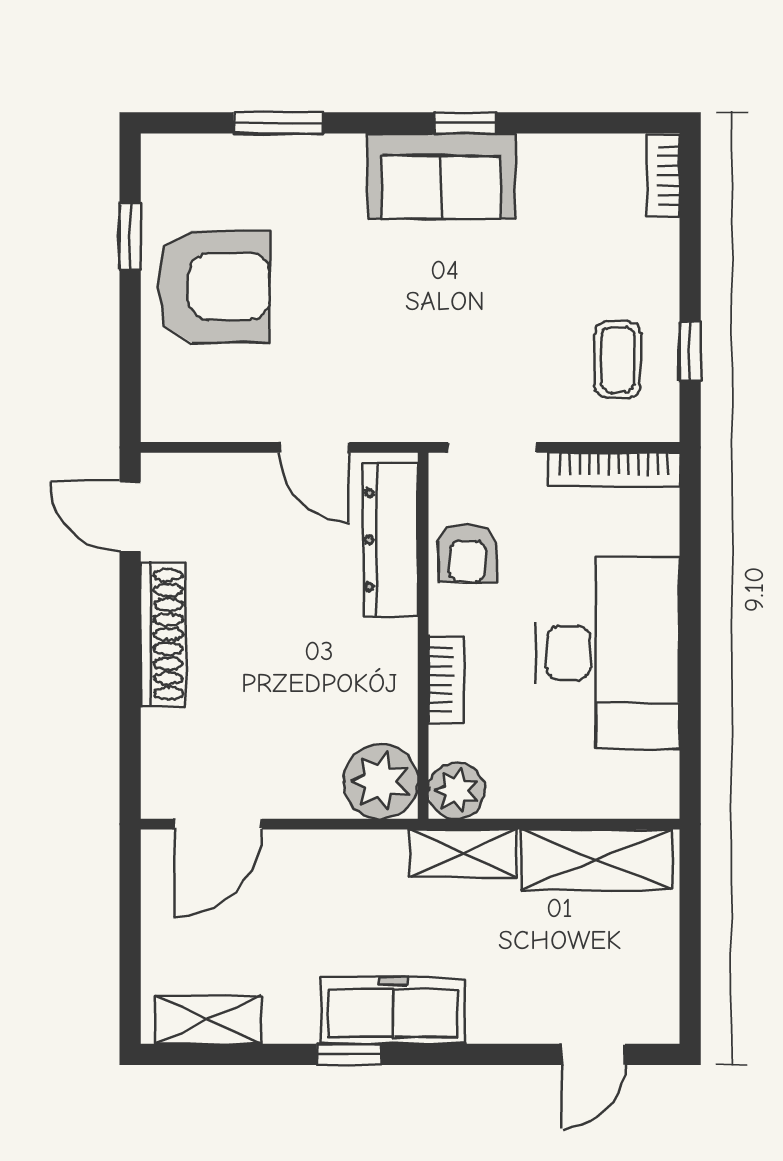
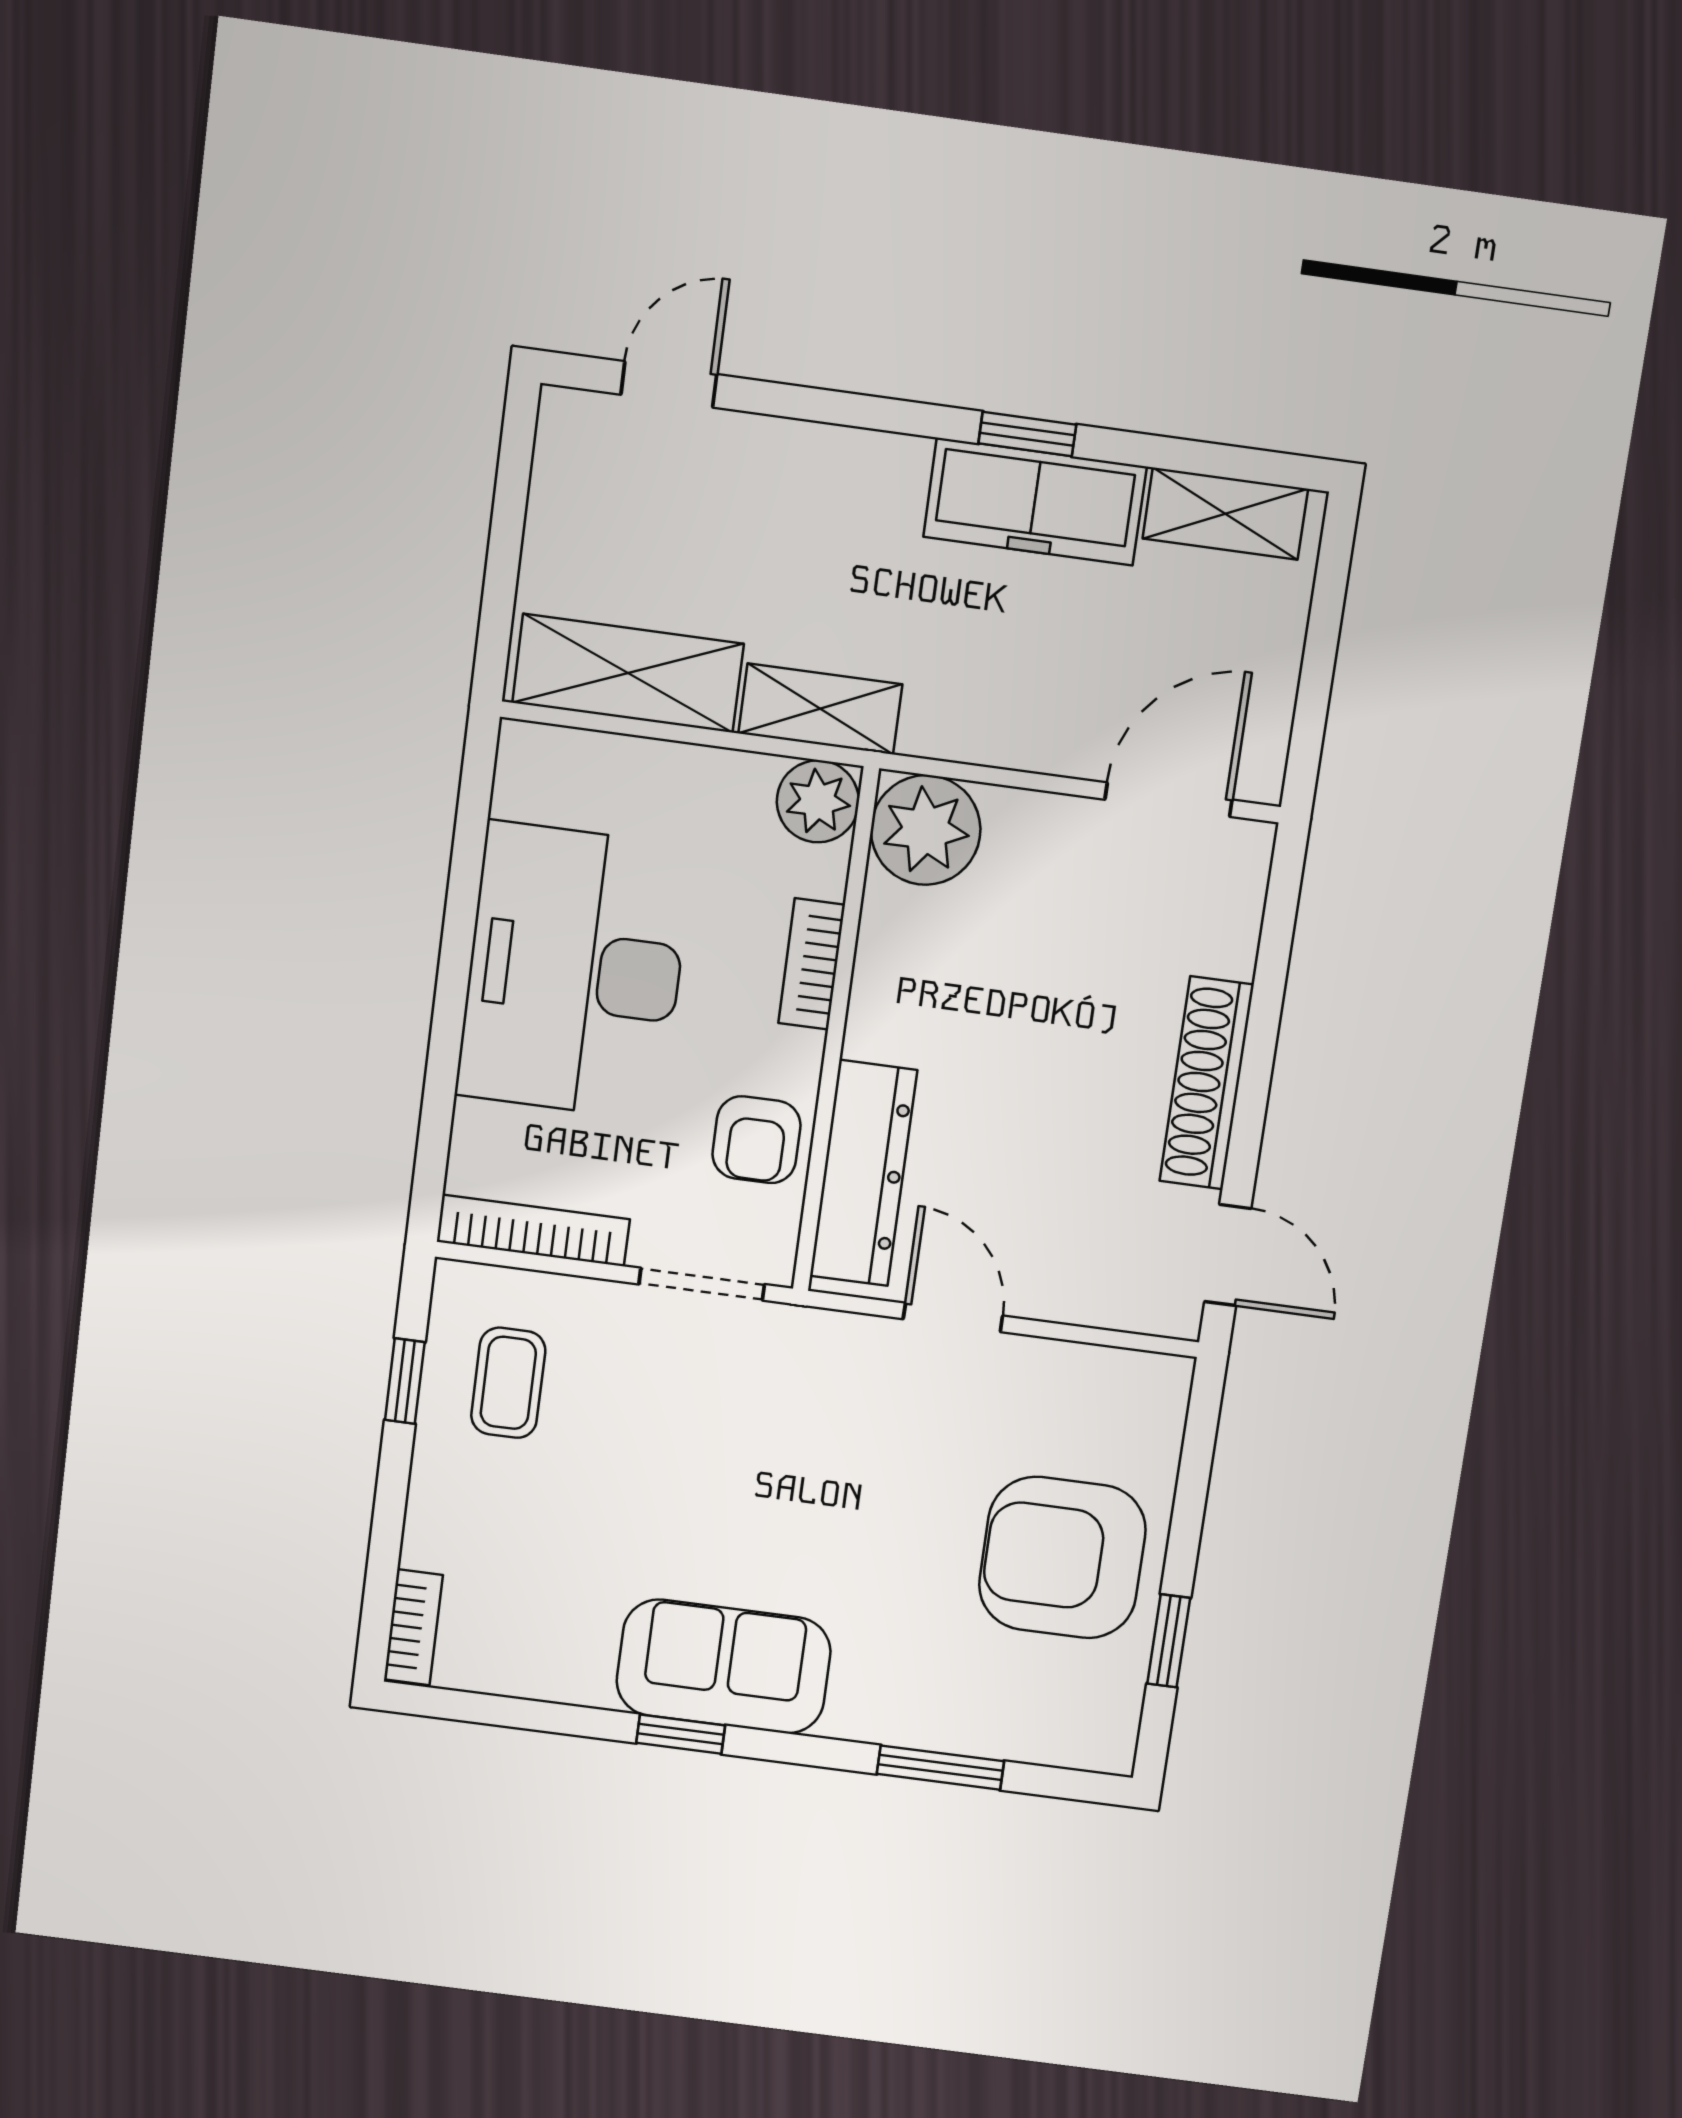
armchair: (468, 553) -> (757, 1140), turned 180
freezer: (393, 1011) -> (1035, 502), moved

